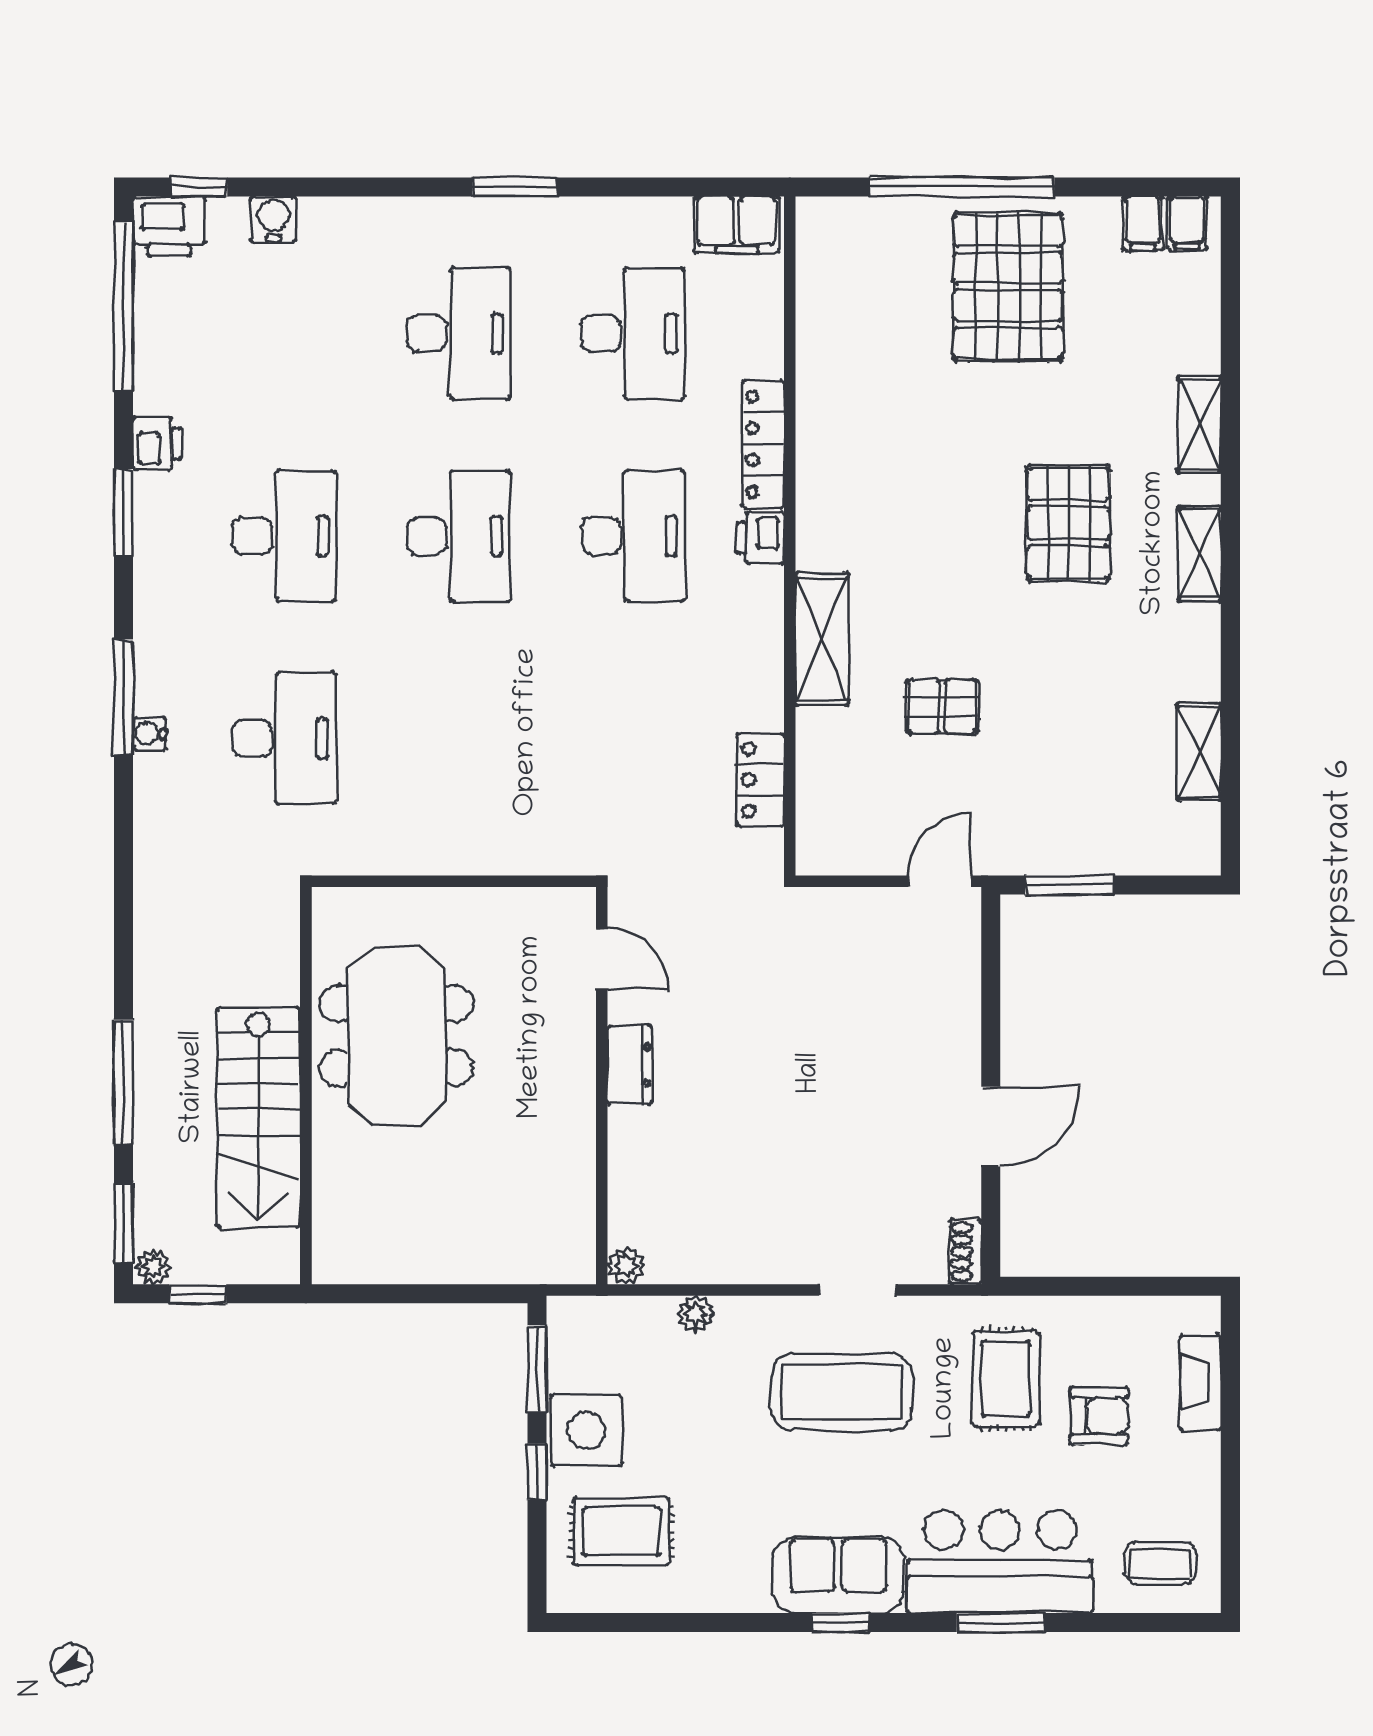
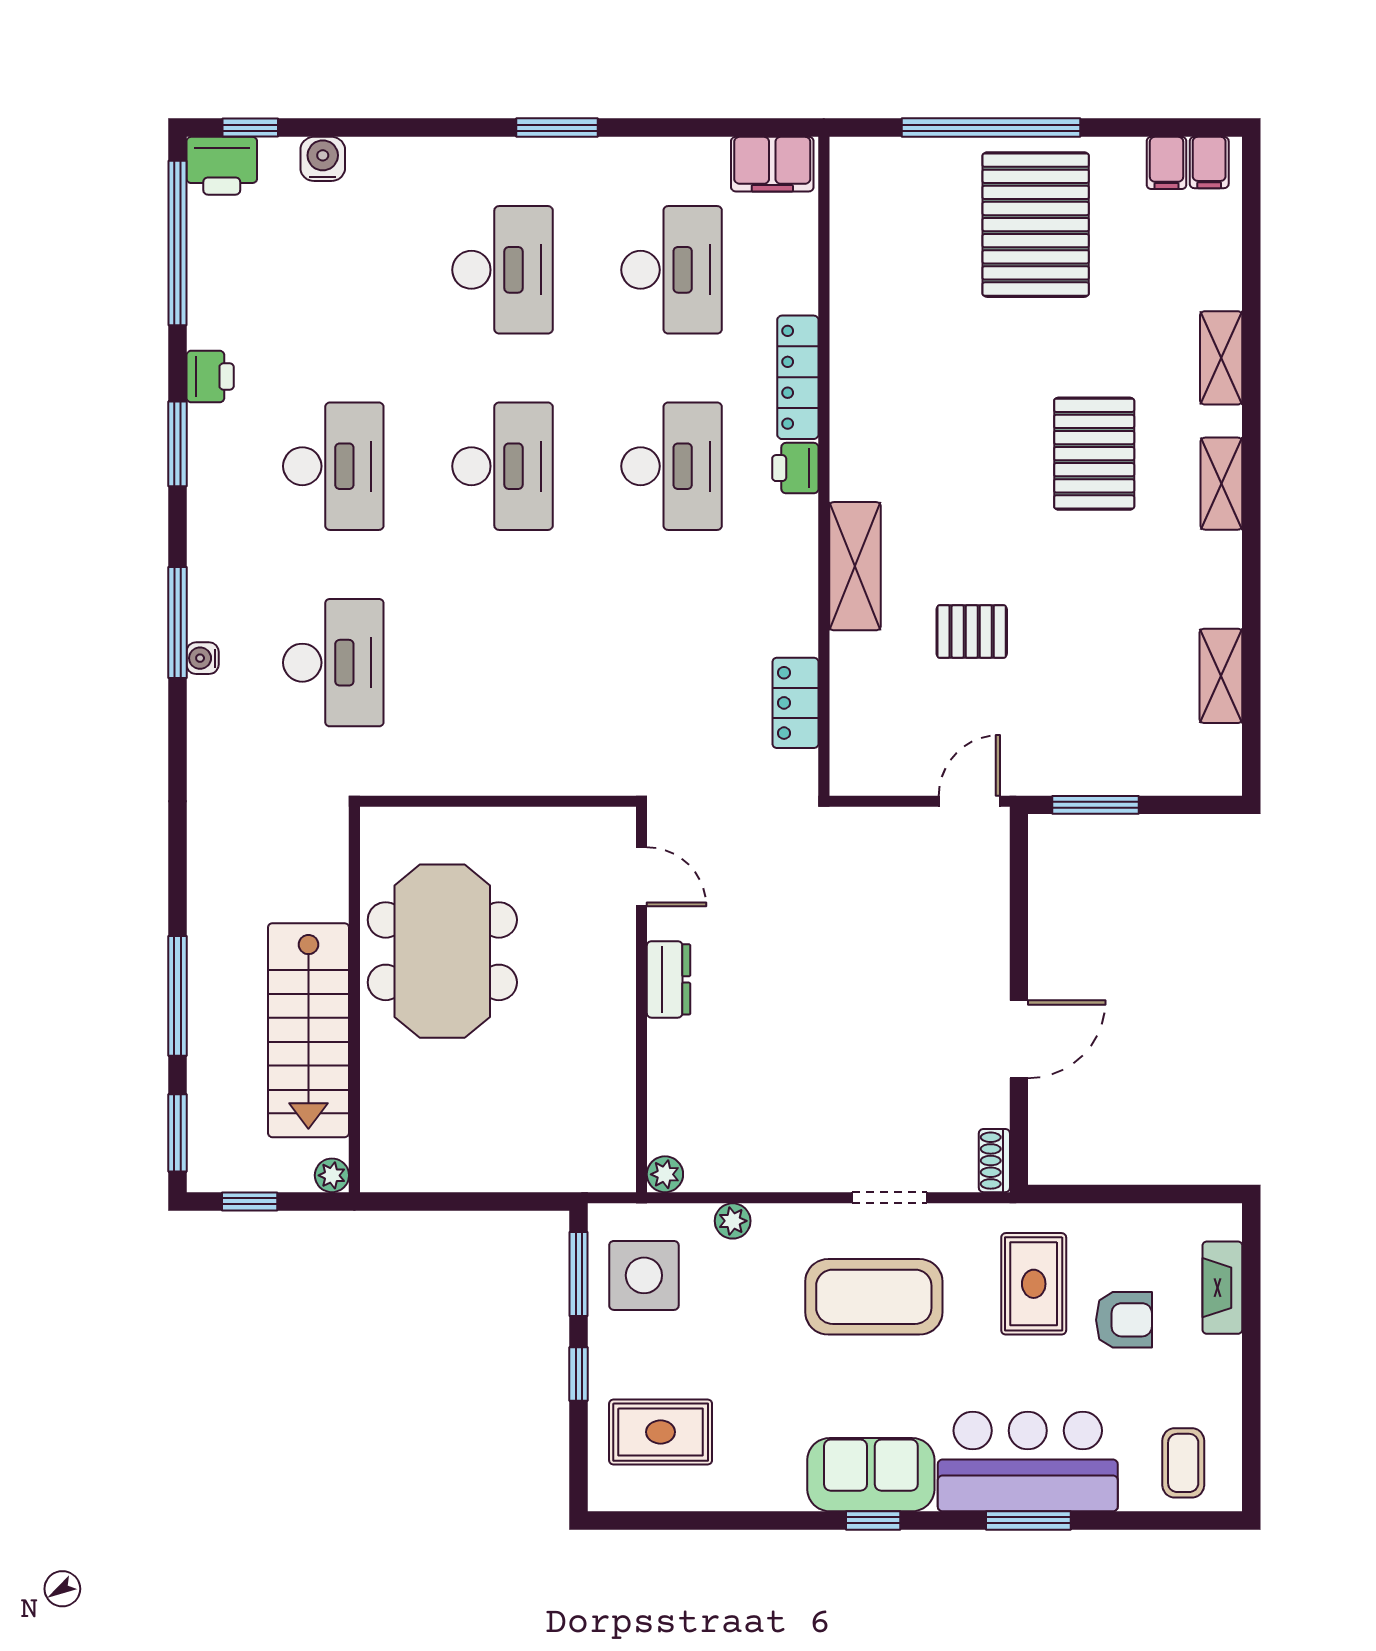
plant: (153, 1267) -> (332, 1175), moved
side table: (586, 1430) -> (644, 1275), moved
coffee table: (1160, 1563) -> (1183, 1463), turned 90

